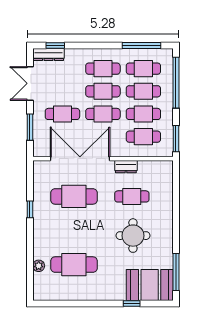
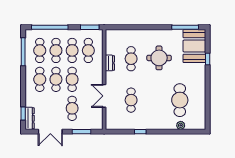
double door: (80, 159) -> (104, 96), width x0.54
cafe table: (74, 196) -> (131, 100), width x0.73, depth x0.74

